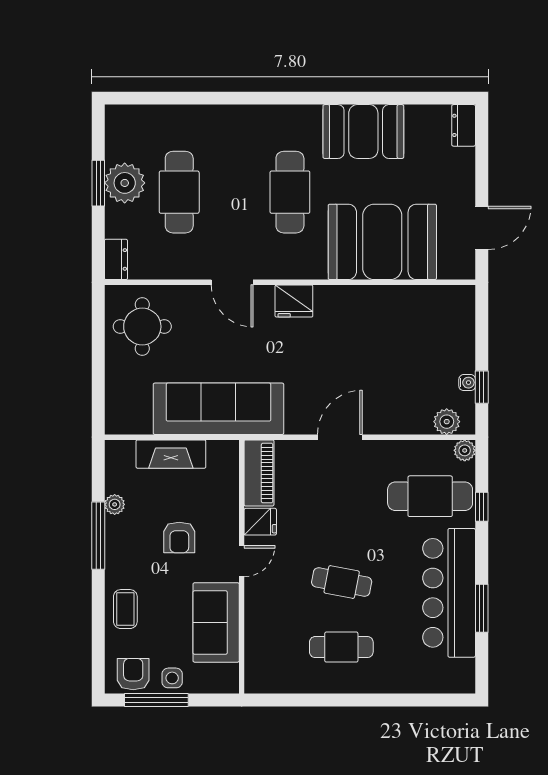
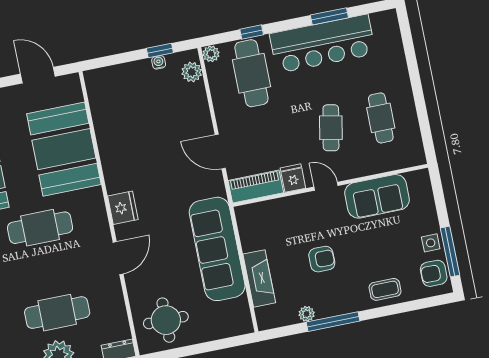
piano: (259, 473) -> (256, 187), moved
fridge: (260, 522) -> (293, 178), moved
door: (242, 561) -> (326, 186), moved
wall: (242, 567) -> (330, 185), moved
sofa: (216, 622) -> (377, 196), moved

